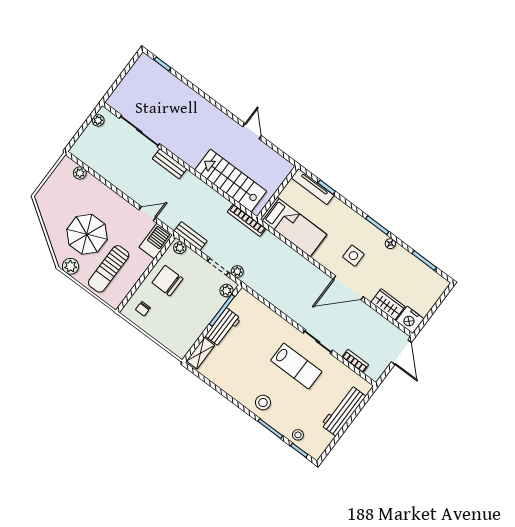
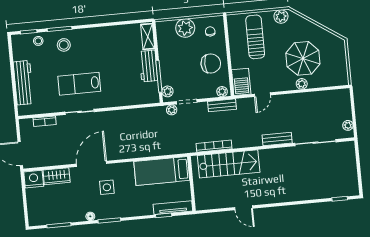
plant: (80, 173) -> (302, 84), moved
bookcase: (247, 220) -> (214, 146), moved
parasol: (87, 234) -> (303, 58), moved
plant: (162, 331) -> (185, 28), added
stool: (263, 403) -> (64, 45), moved

